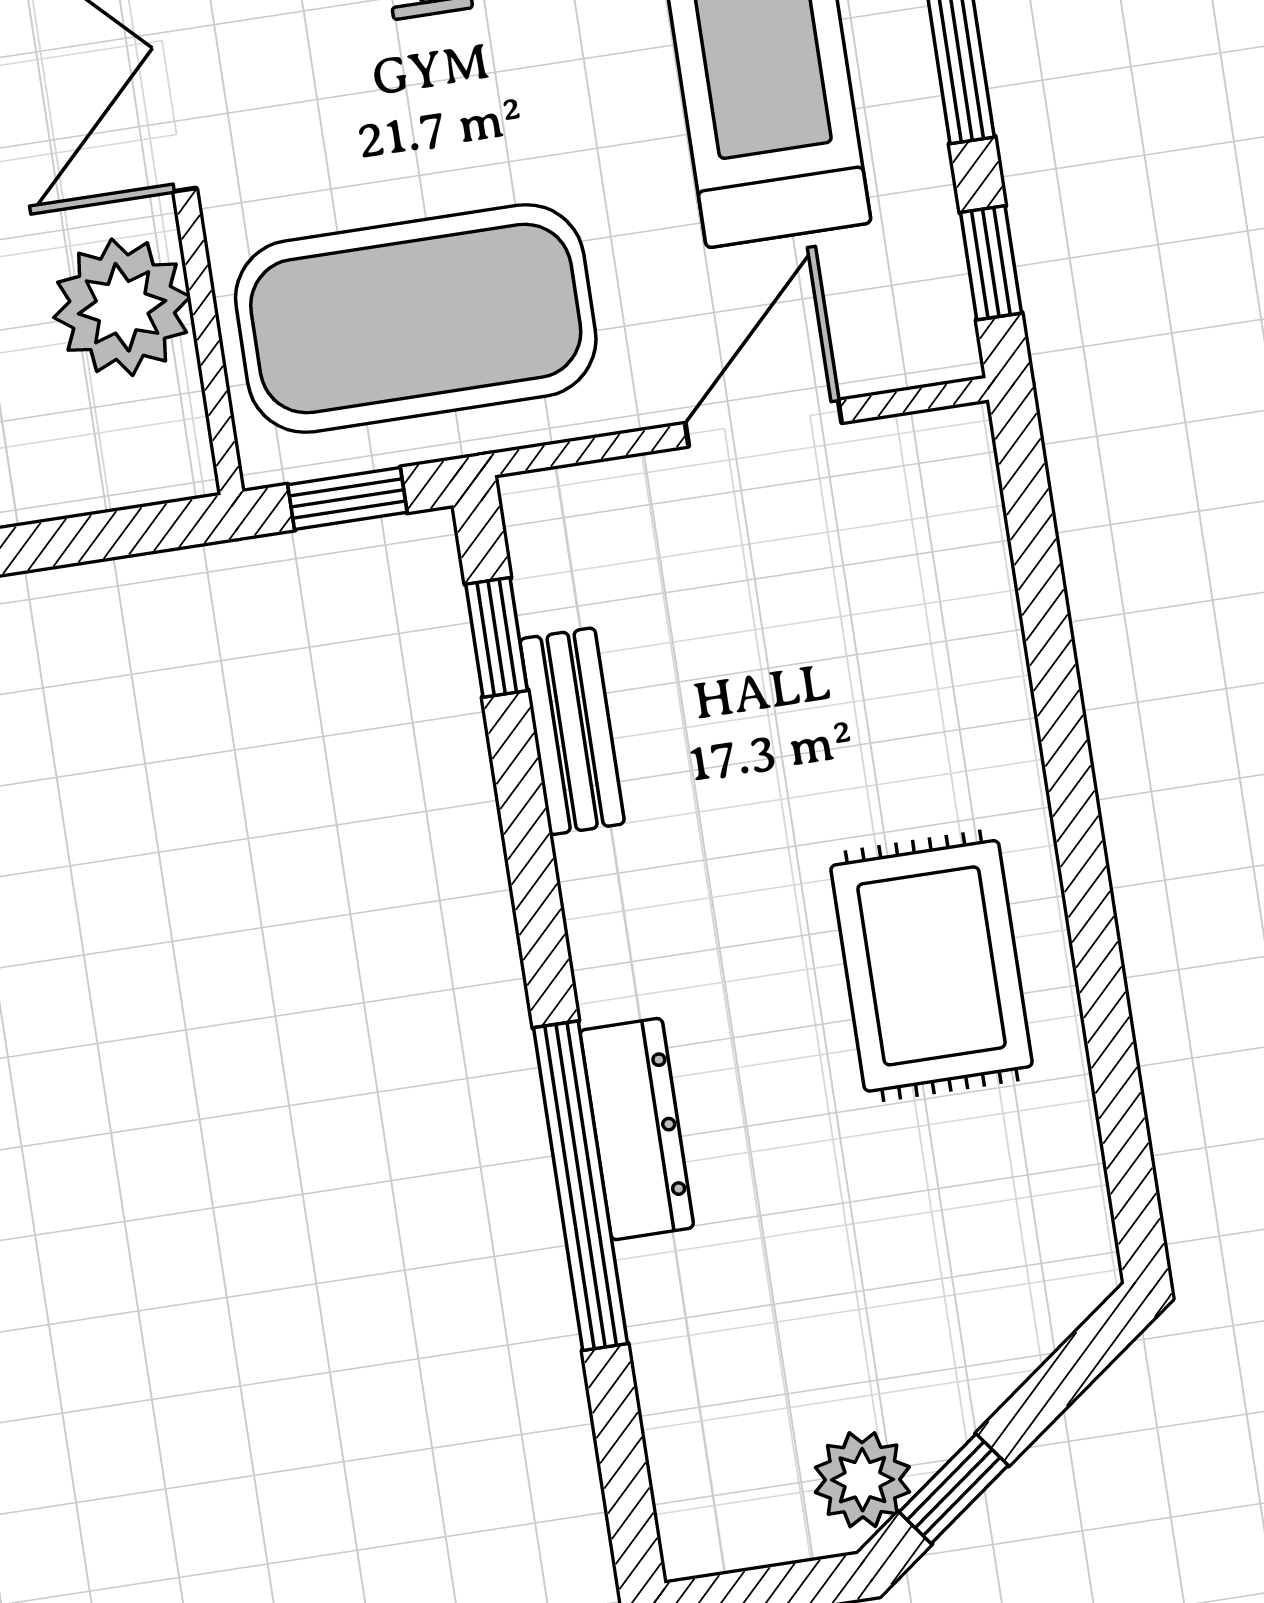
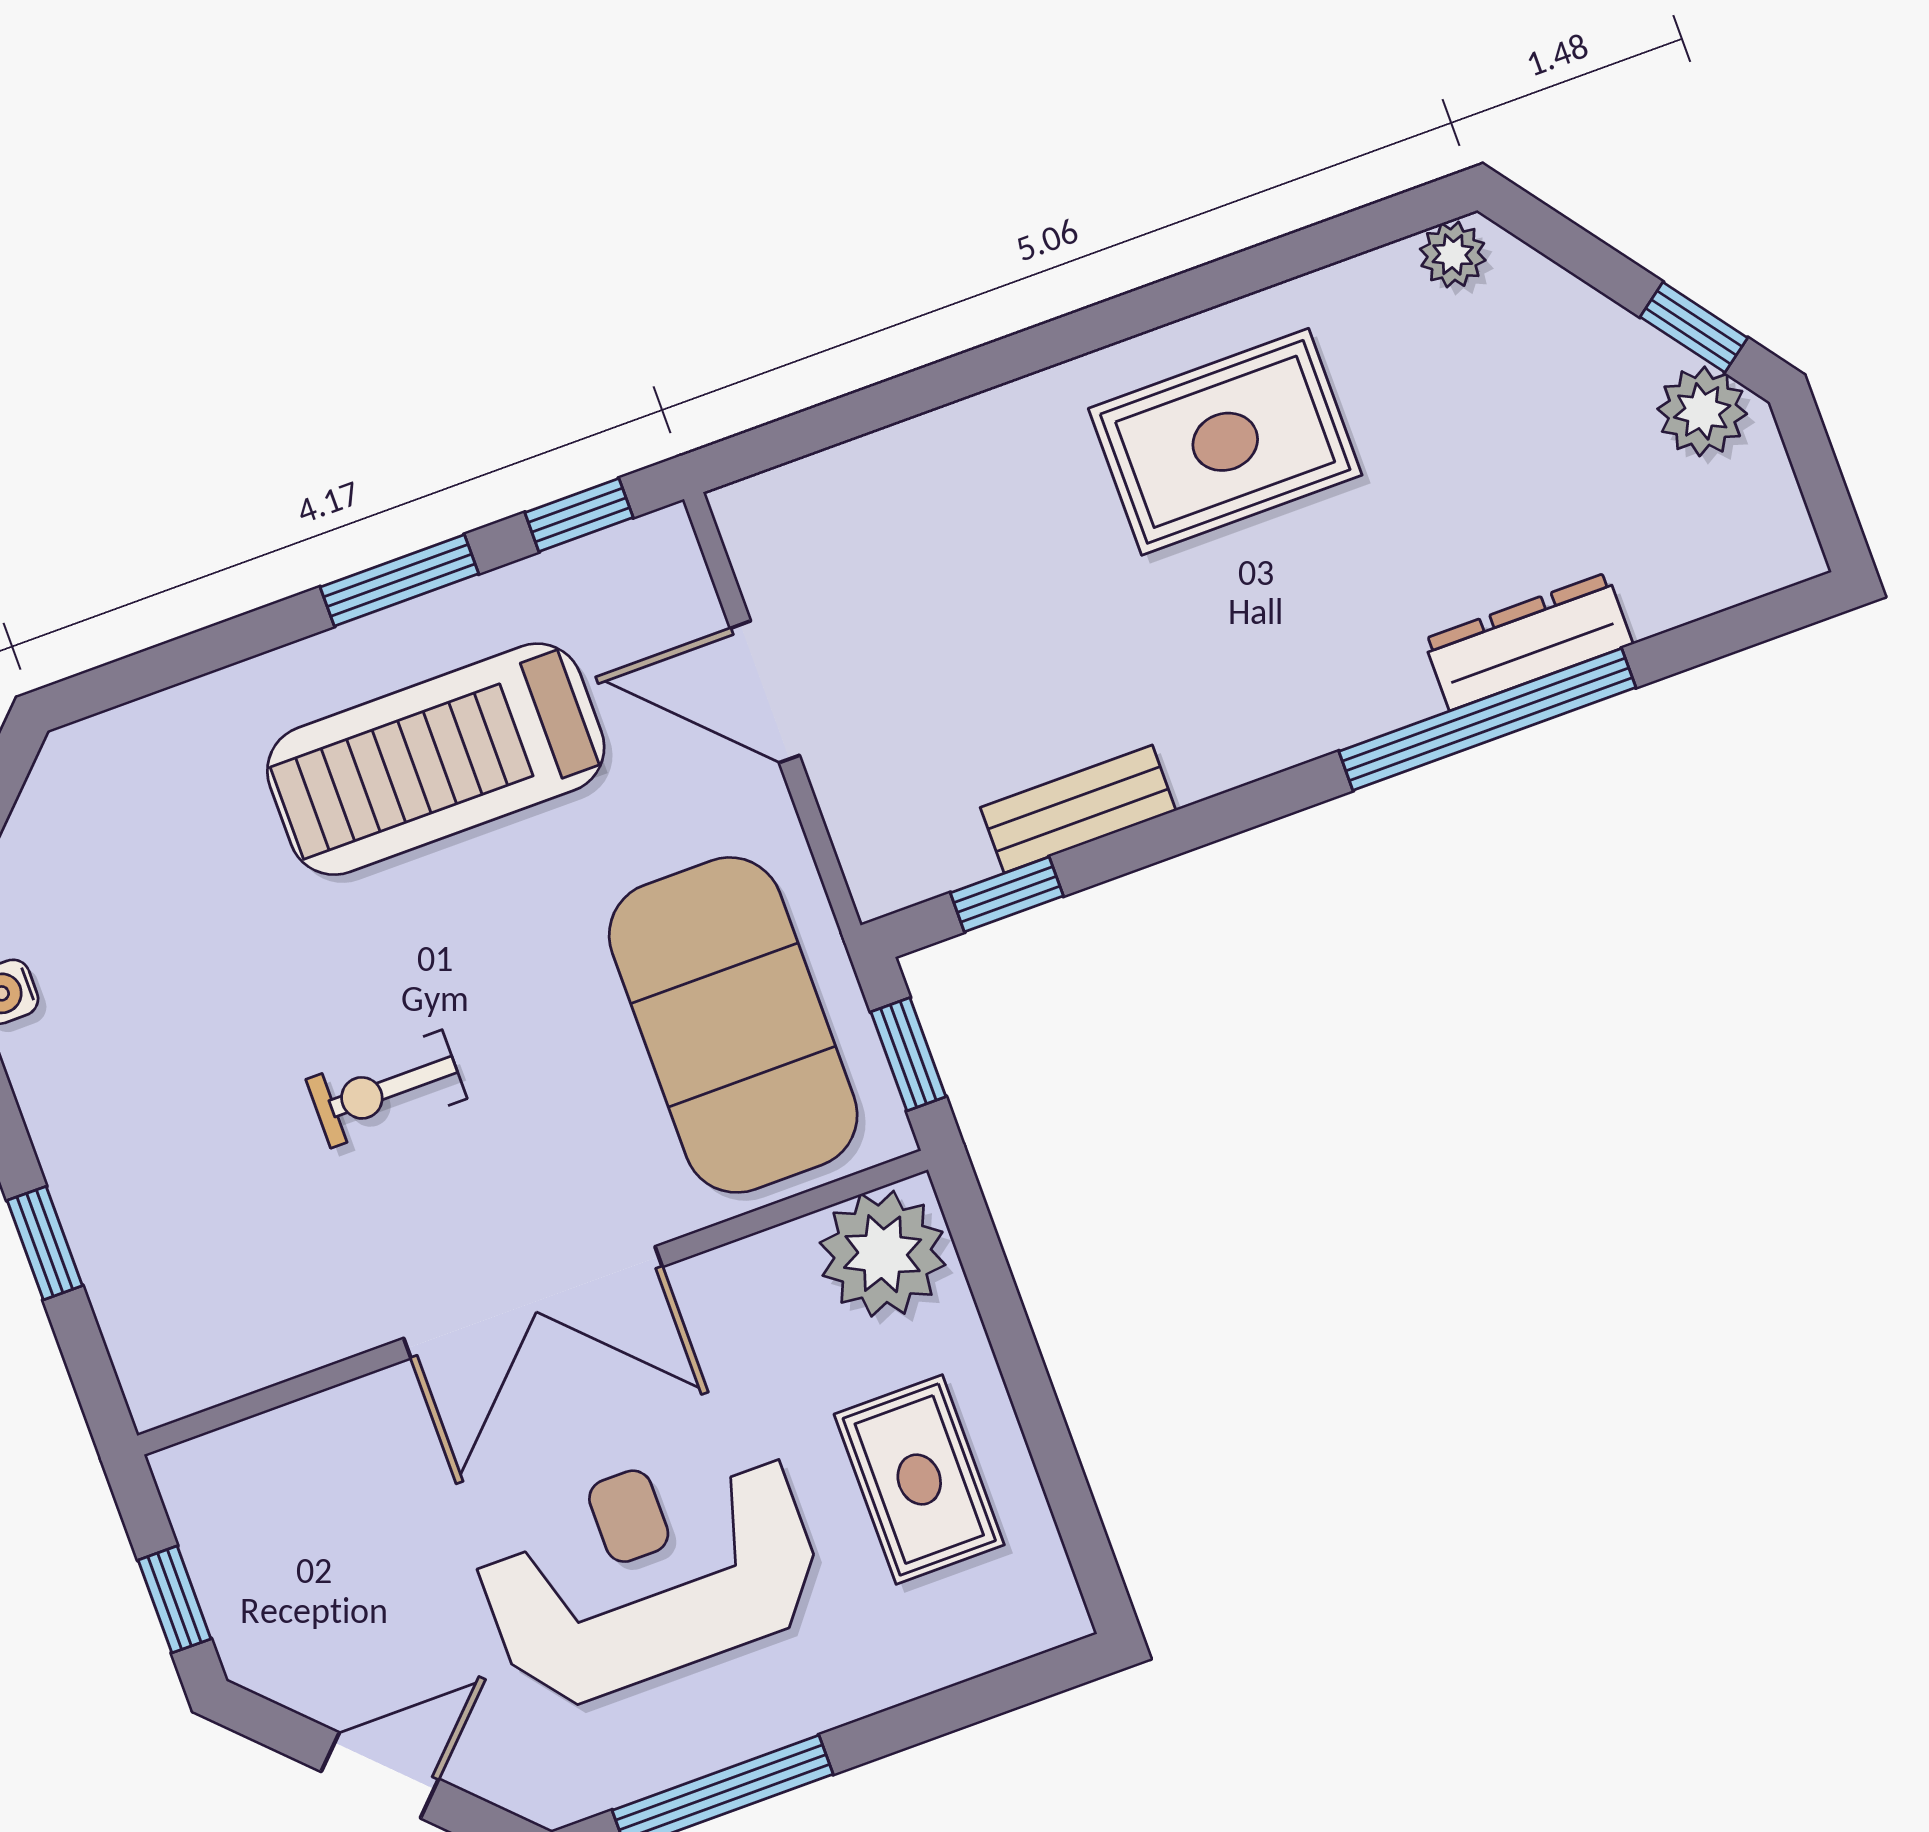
plant: (122, 307) -> (883, 1254), moved
dresser: (637, 1129) -> (1528, 642), moved
plant: (1082, 1248) -> (1453, 255), added

